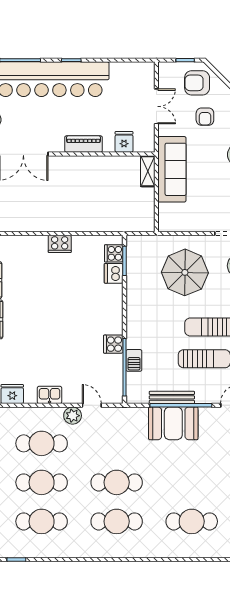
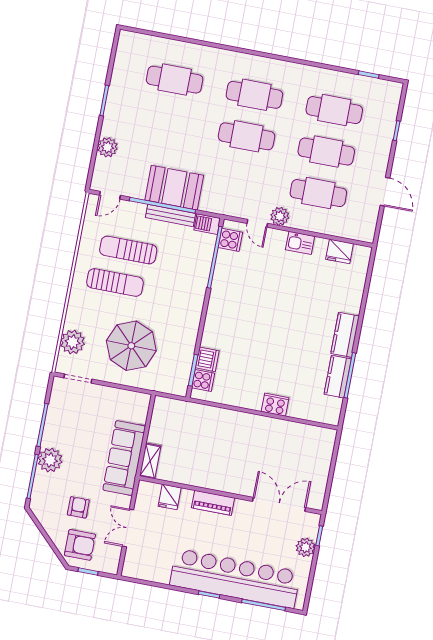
cooker: (60, 244) -> (275, 405), moved
cooker: (113, 344) -> (230, 240), moved
barbecue: (134, 360) -> (207, 224), moved, turned -90

